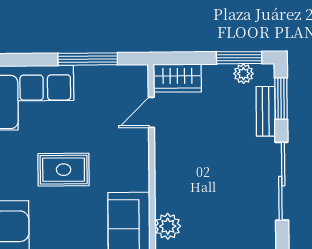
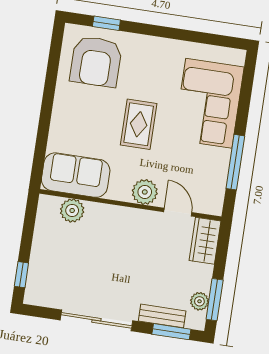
plant: (135, 151) -> (145, 192), added

